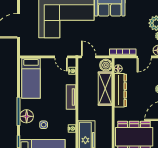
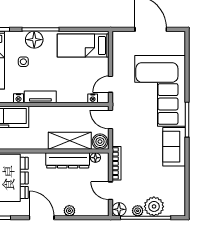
door: (89, 57) -> (111, 120), swing flipped
tv unit: (71, 97) -> (40, 97), moved

